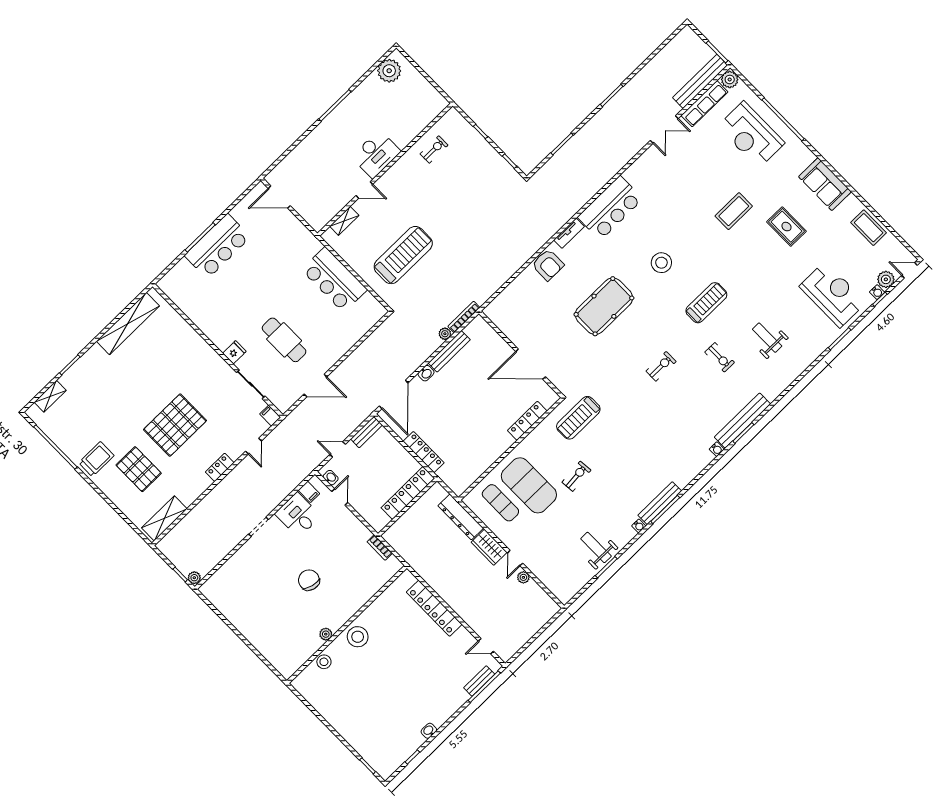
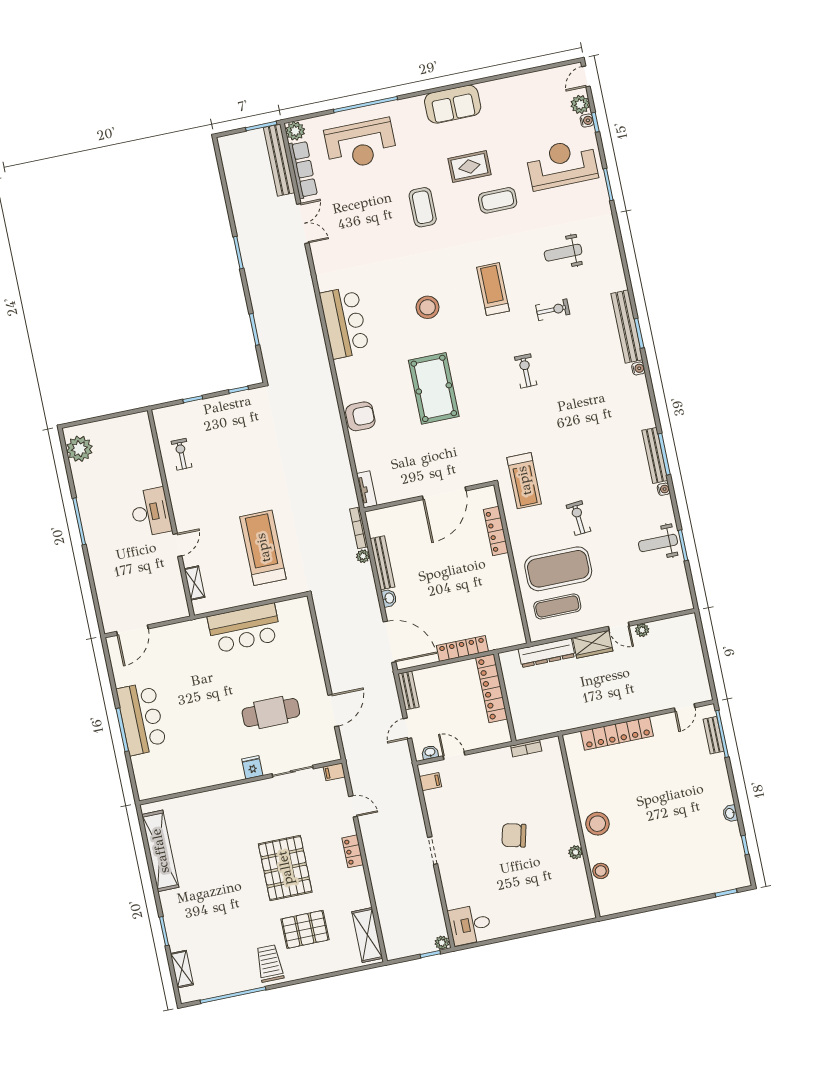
coffee table: (869, 228) -> (498, 200), moved
tv unit: (569, 233) -> (367, 489), moved
desk: (298, 515) -> (470, 925), moved

